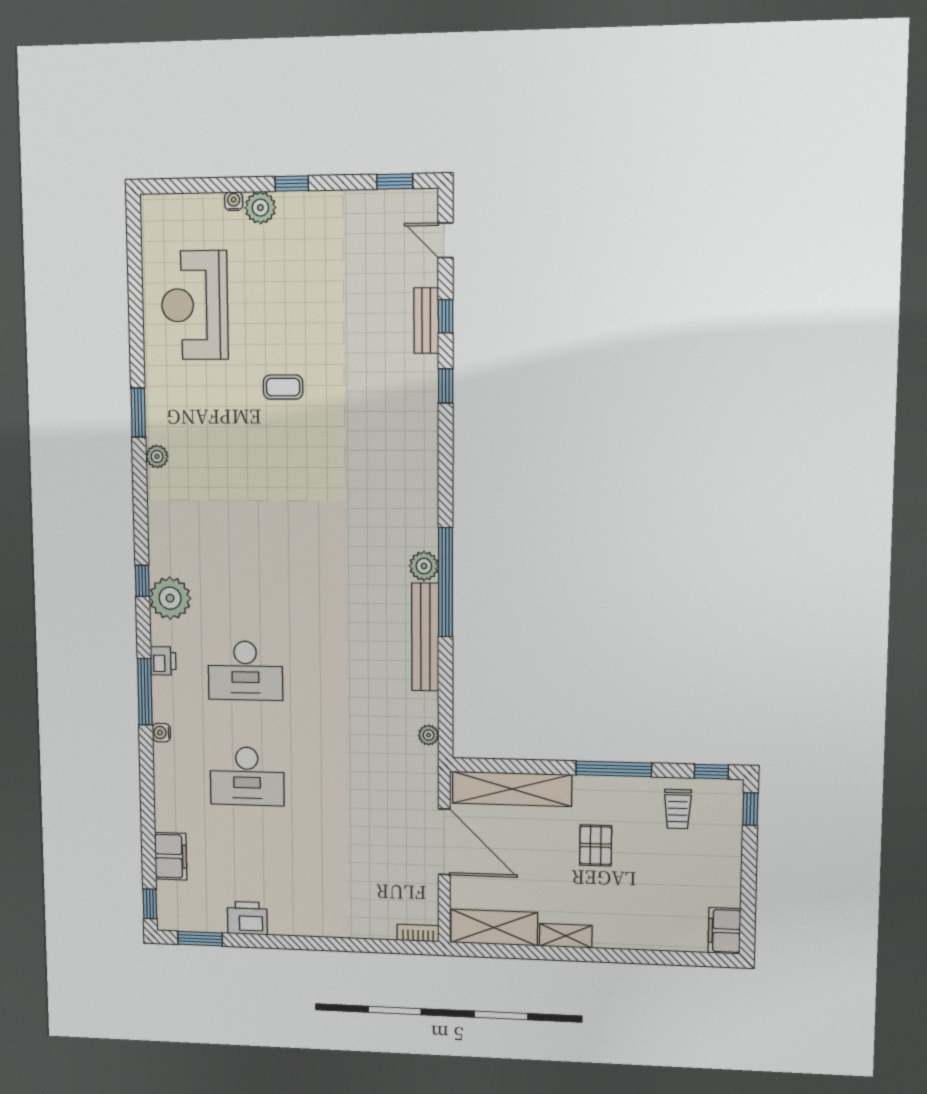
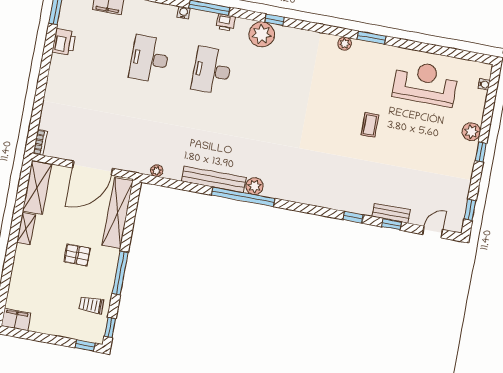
water cooler: (234, 201) -> (484, 84), moved

